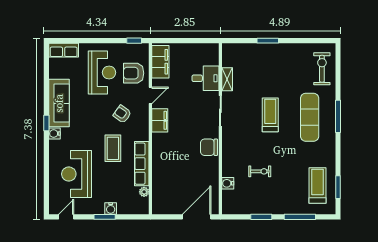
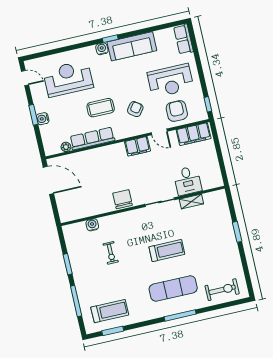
door: (197, 217) -> (48, 180), moved

